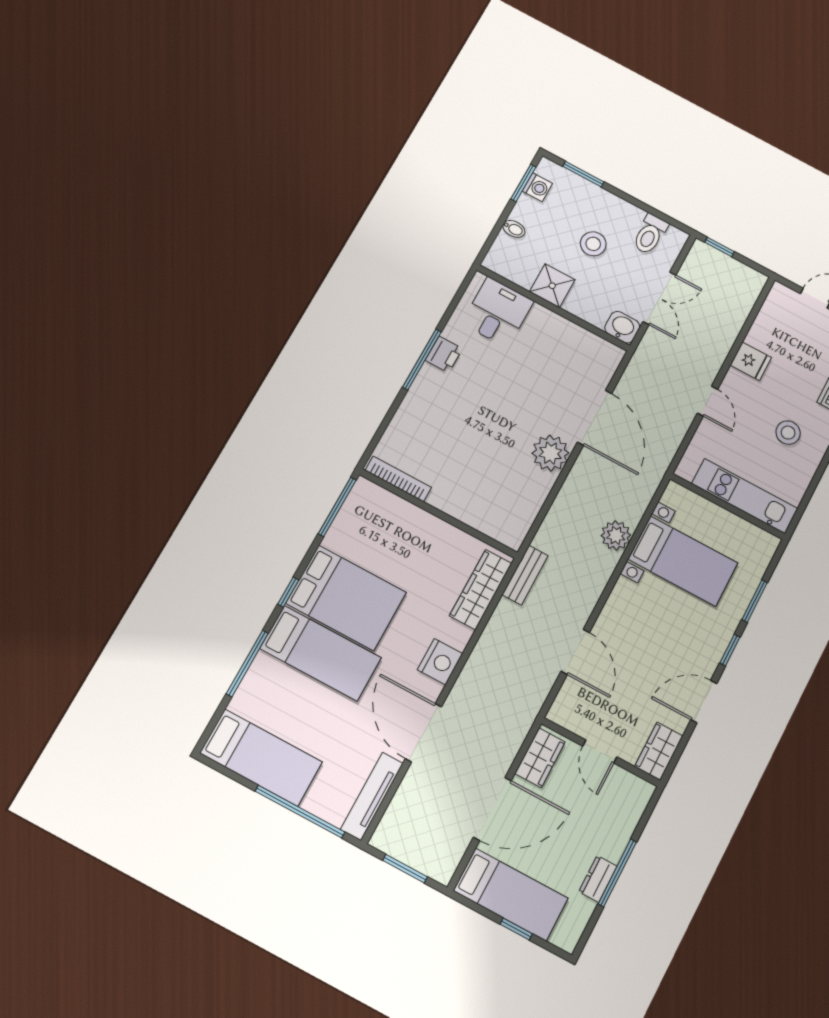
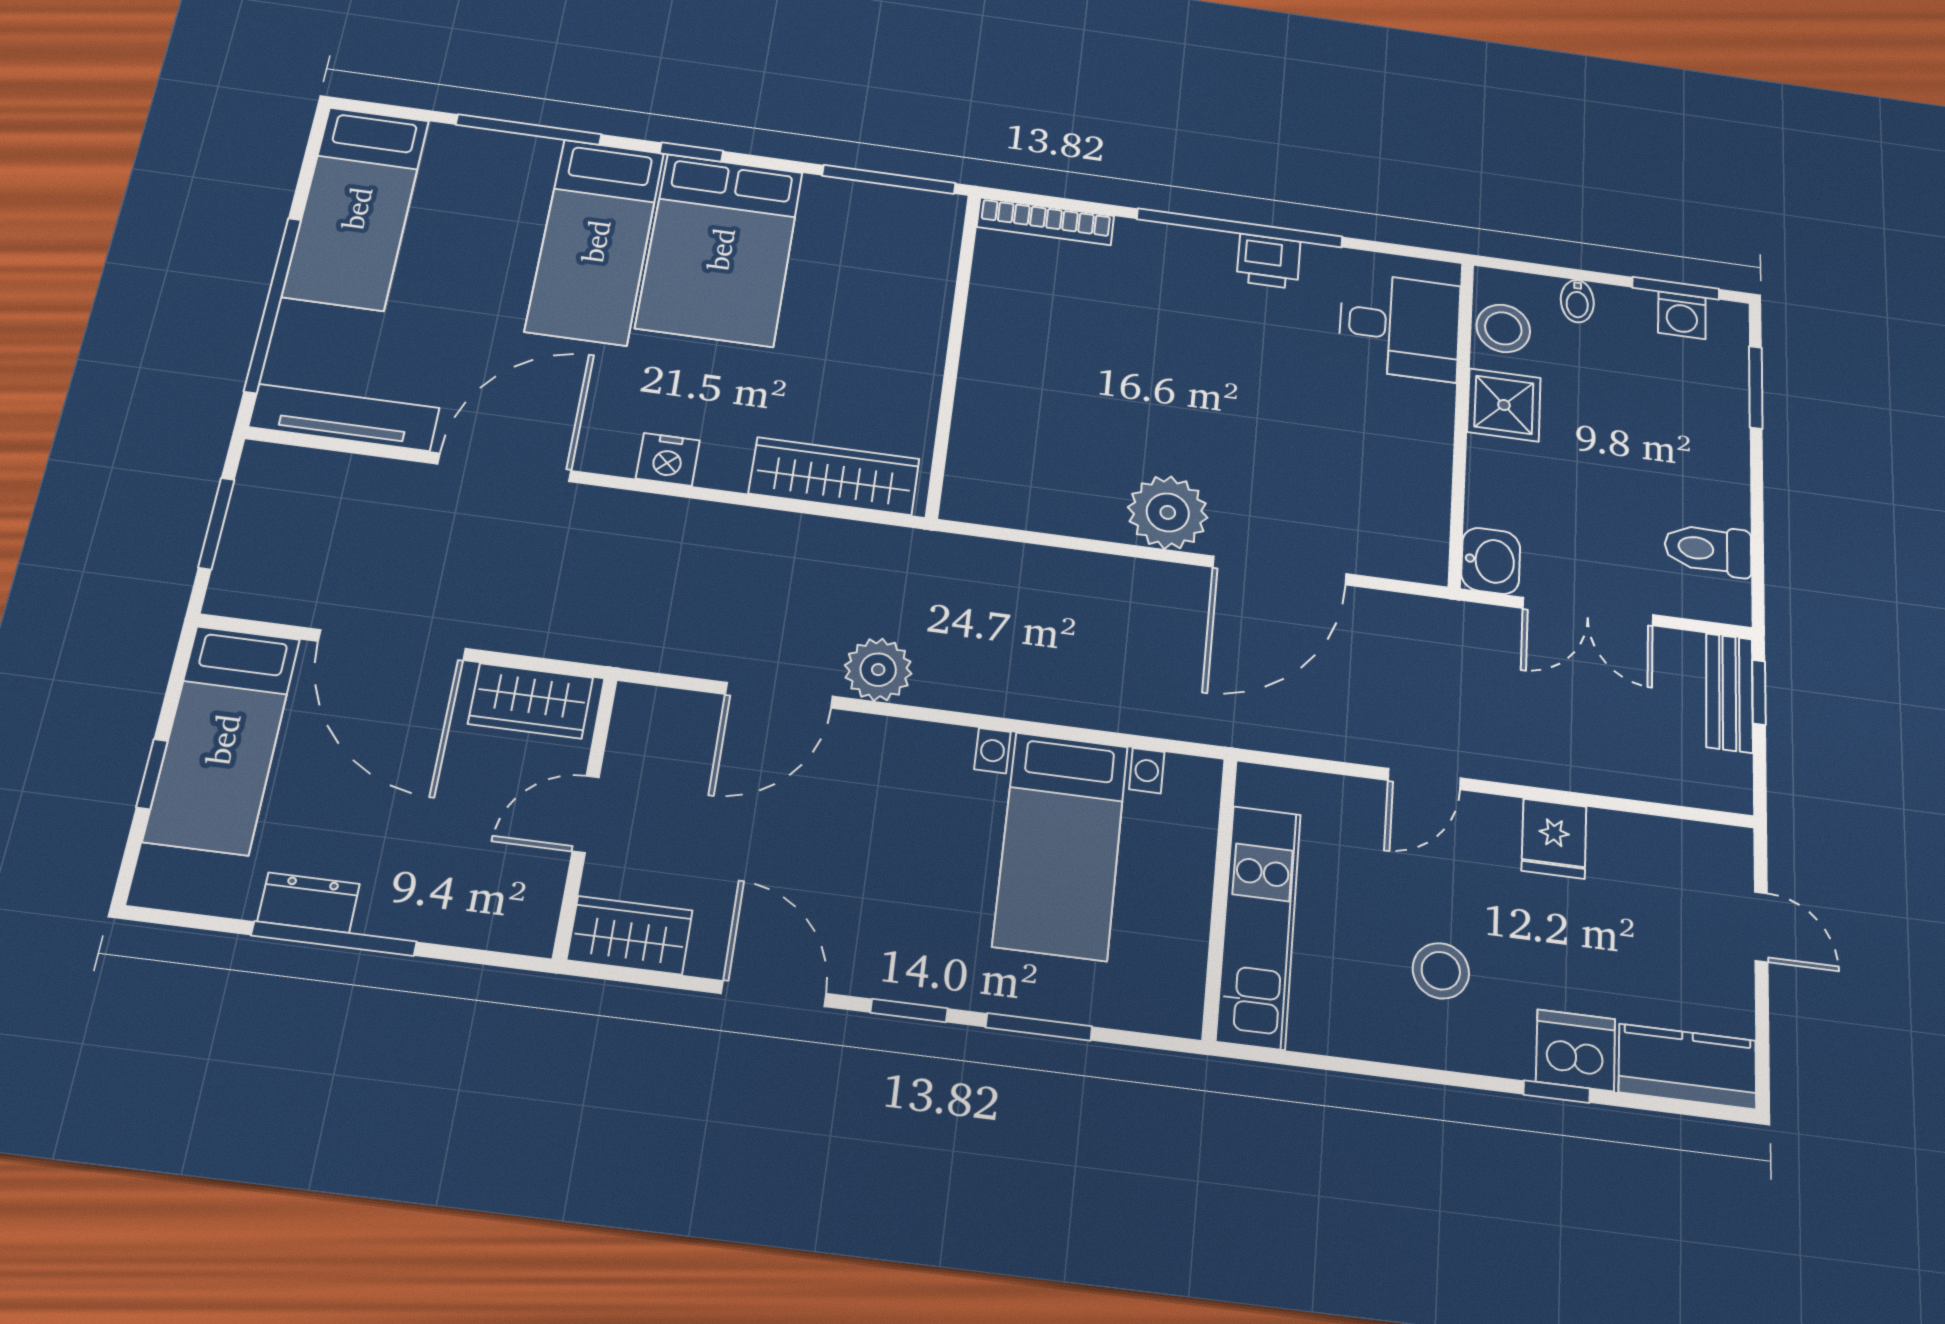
stool: (593, 244) -> (1503, 328), moved
window: (422, 359) -> (1240, 228), width x1.46
bookcase: (398, 479) -> (1045, 221), moved, turned 90
plant: (616, 535) -> (878, 670), moved
bench: (525, 575) -> (1729, 693), moved, turned 90
nightstand: (440, 662) -> (668, 459), width x0.74, depth x0.75

